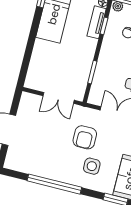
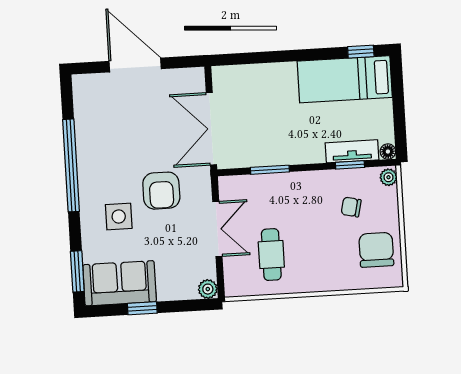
double door: (59, 98) -> (211, 129), width x1.37
armchair: (85, 137) -> (161, 191), turned -90

